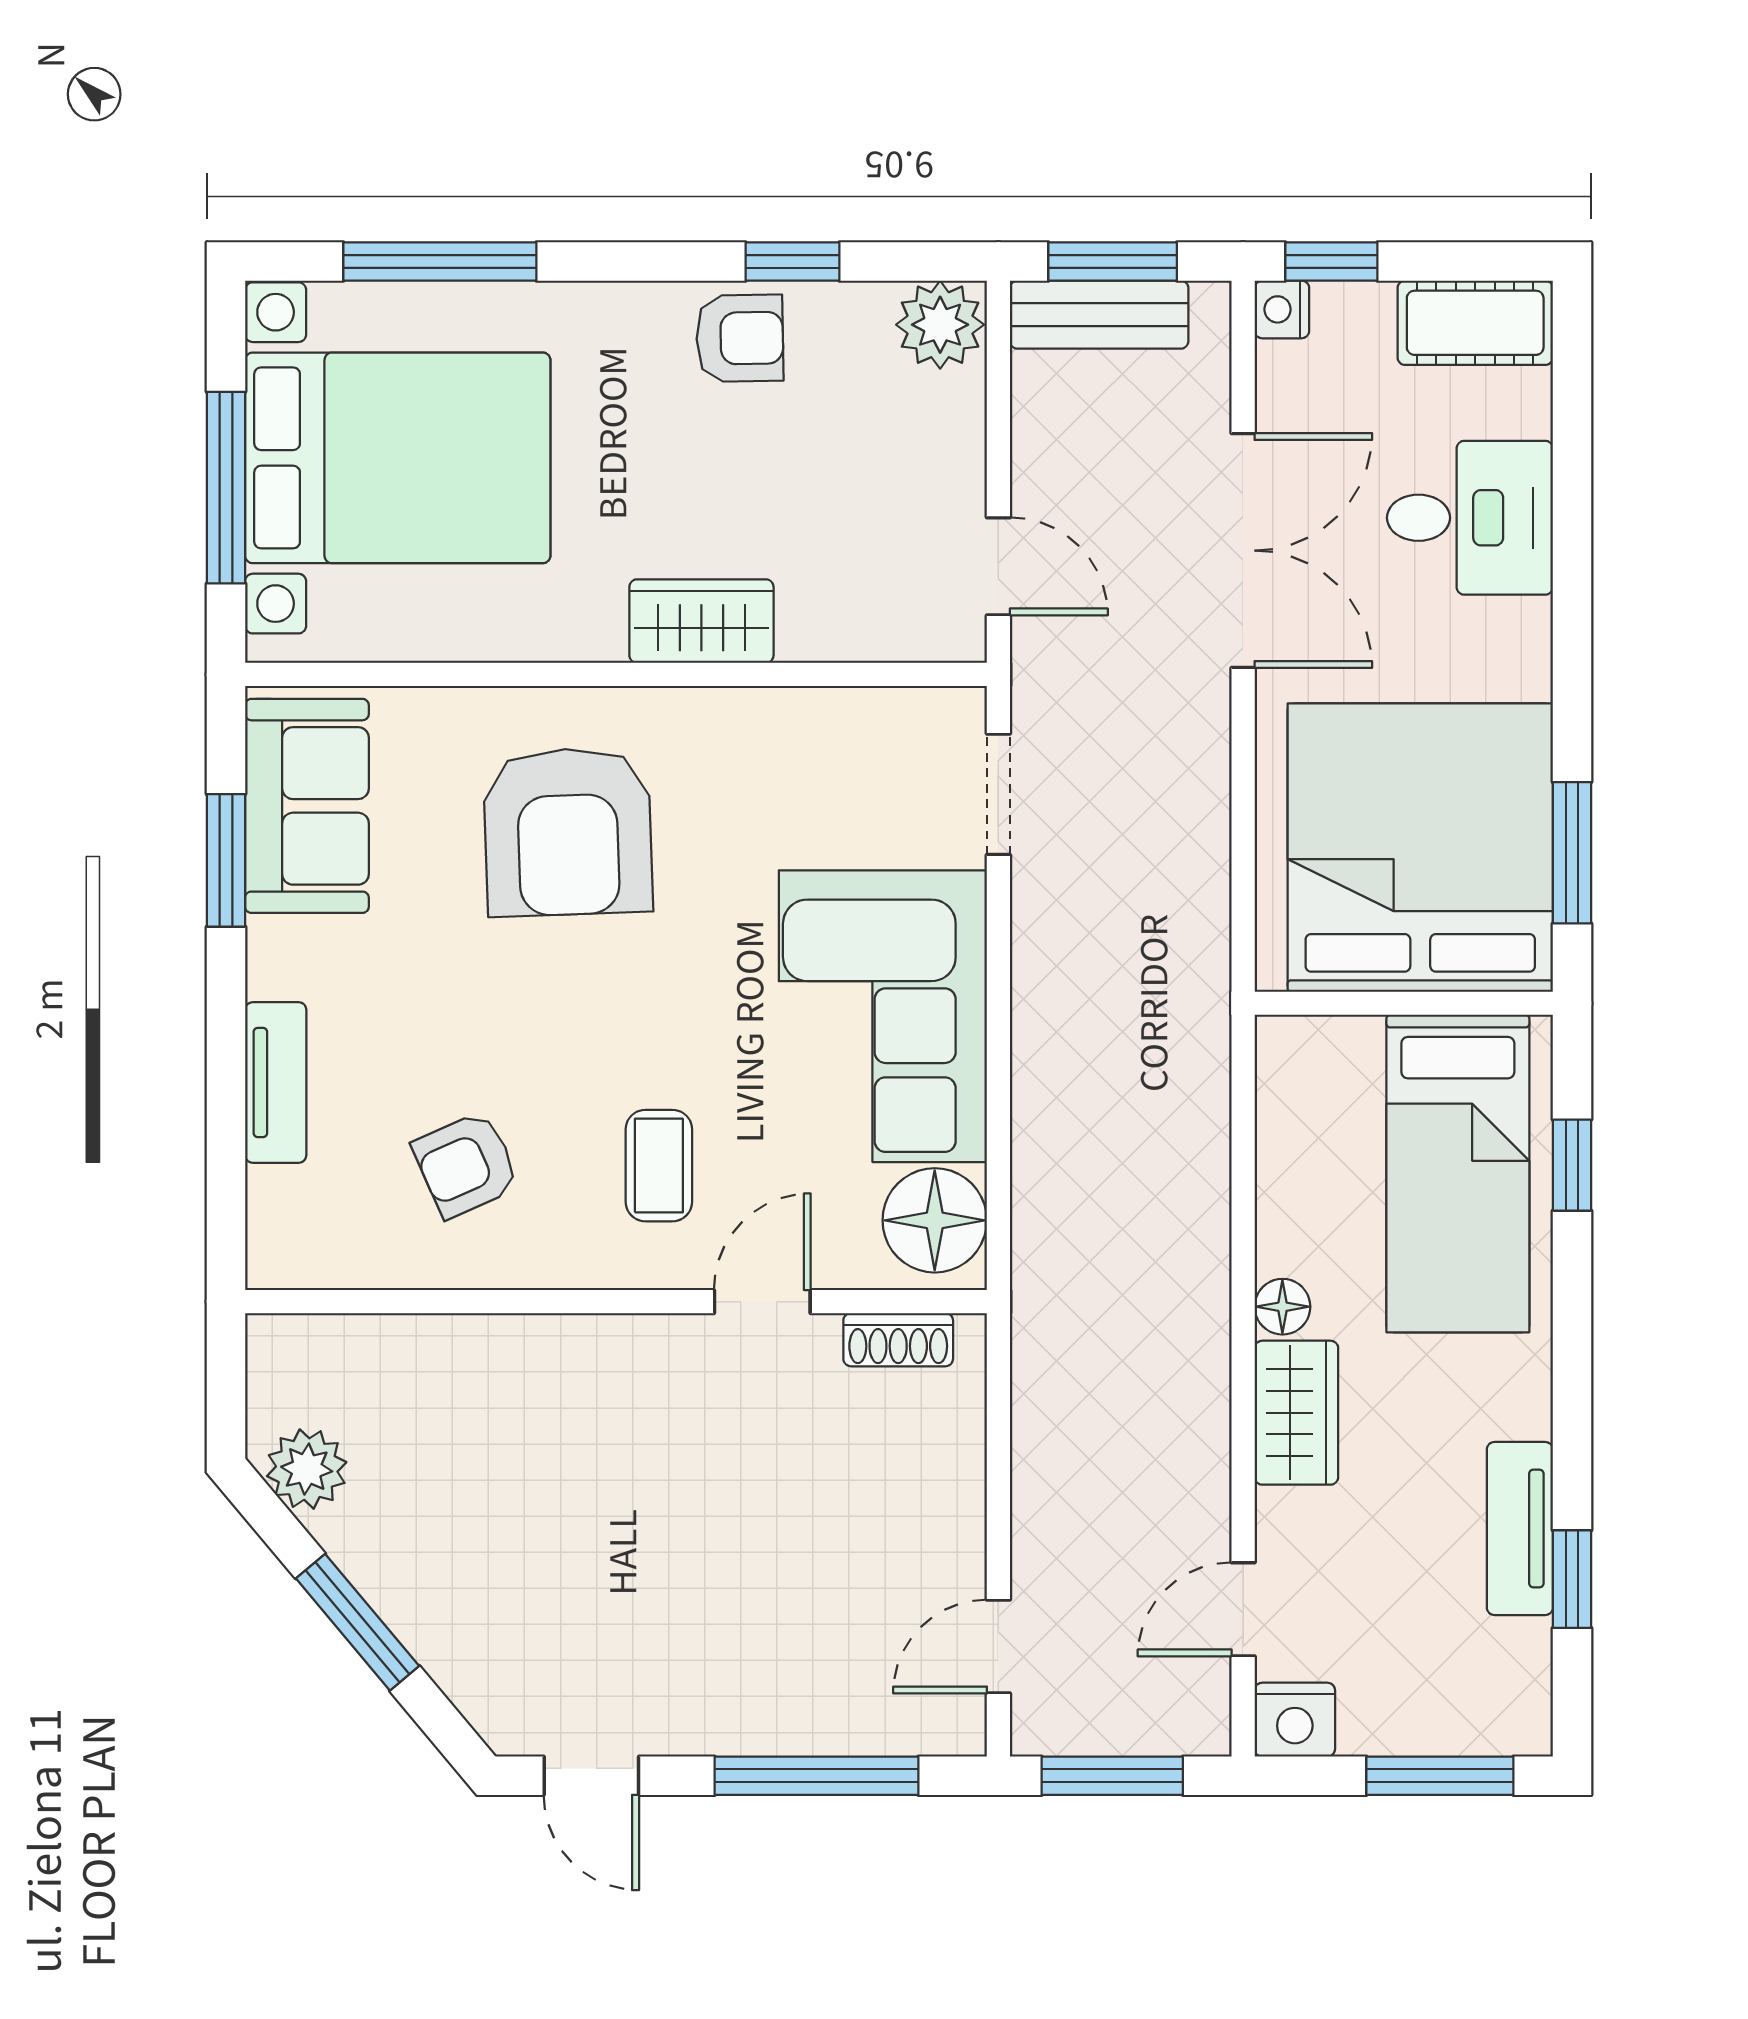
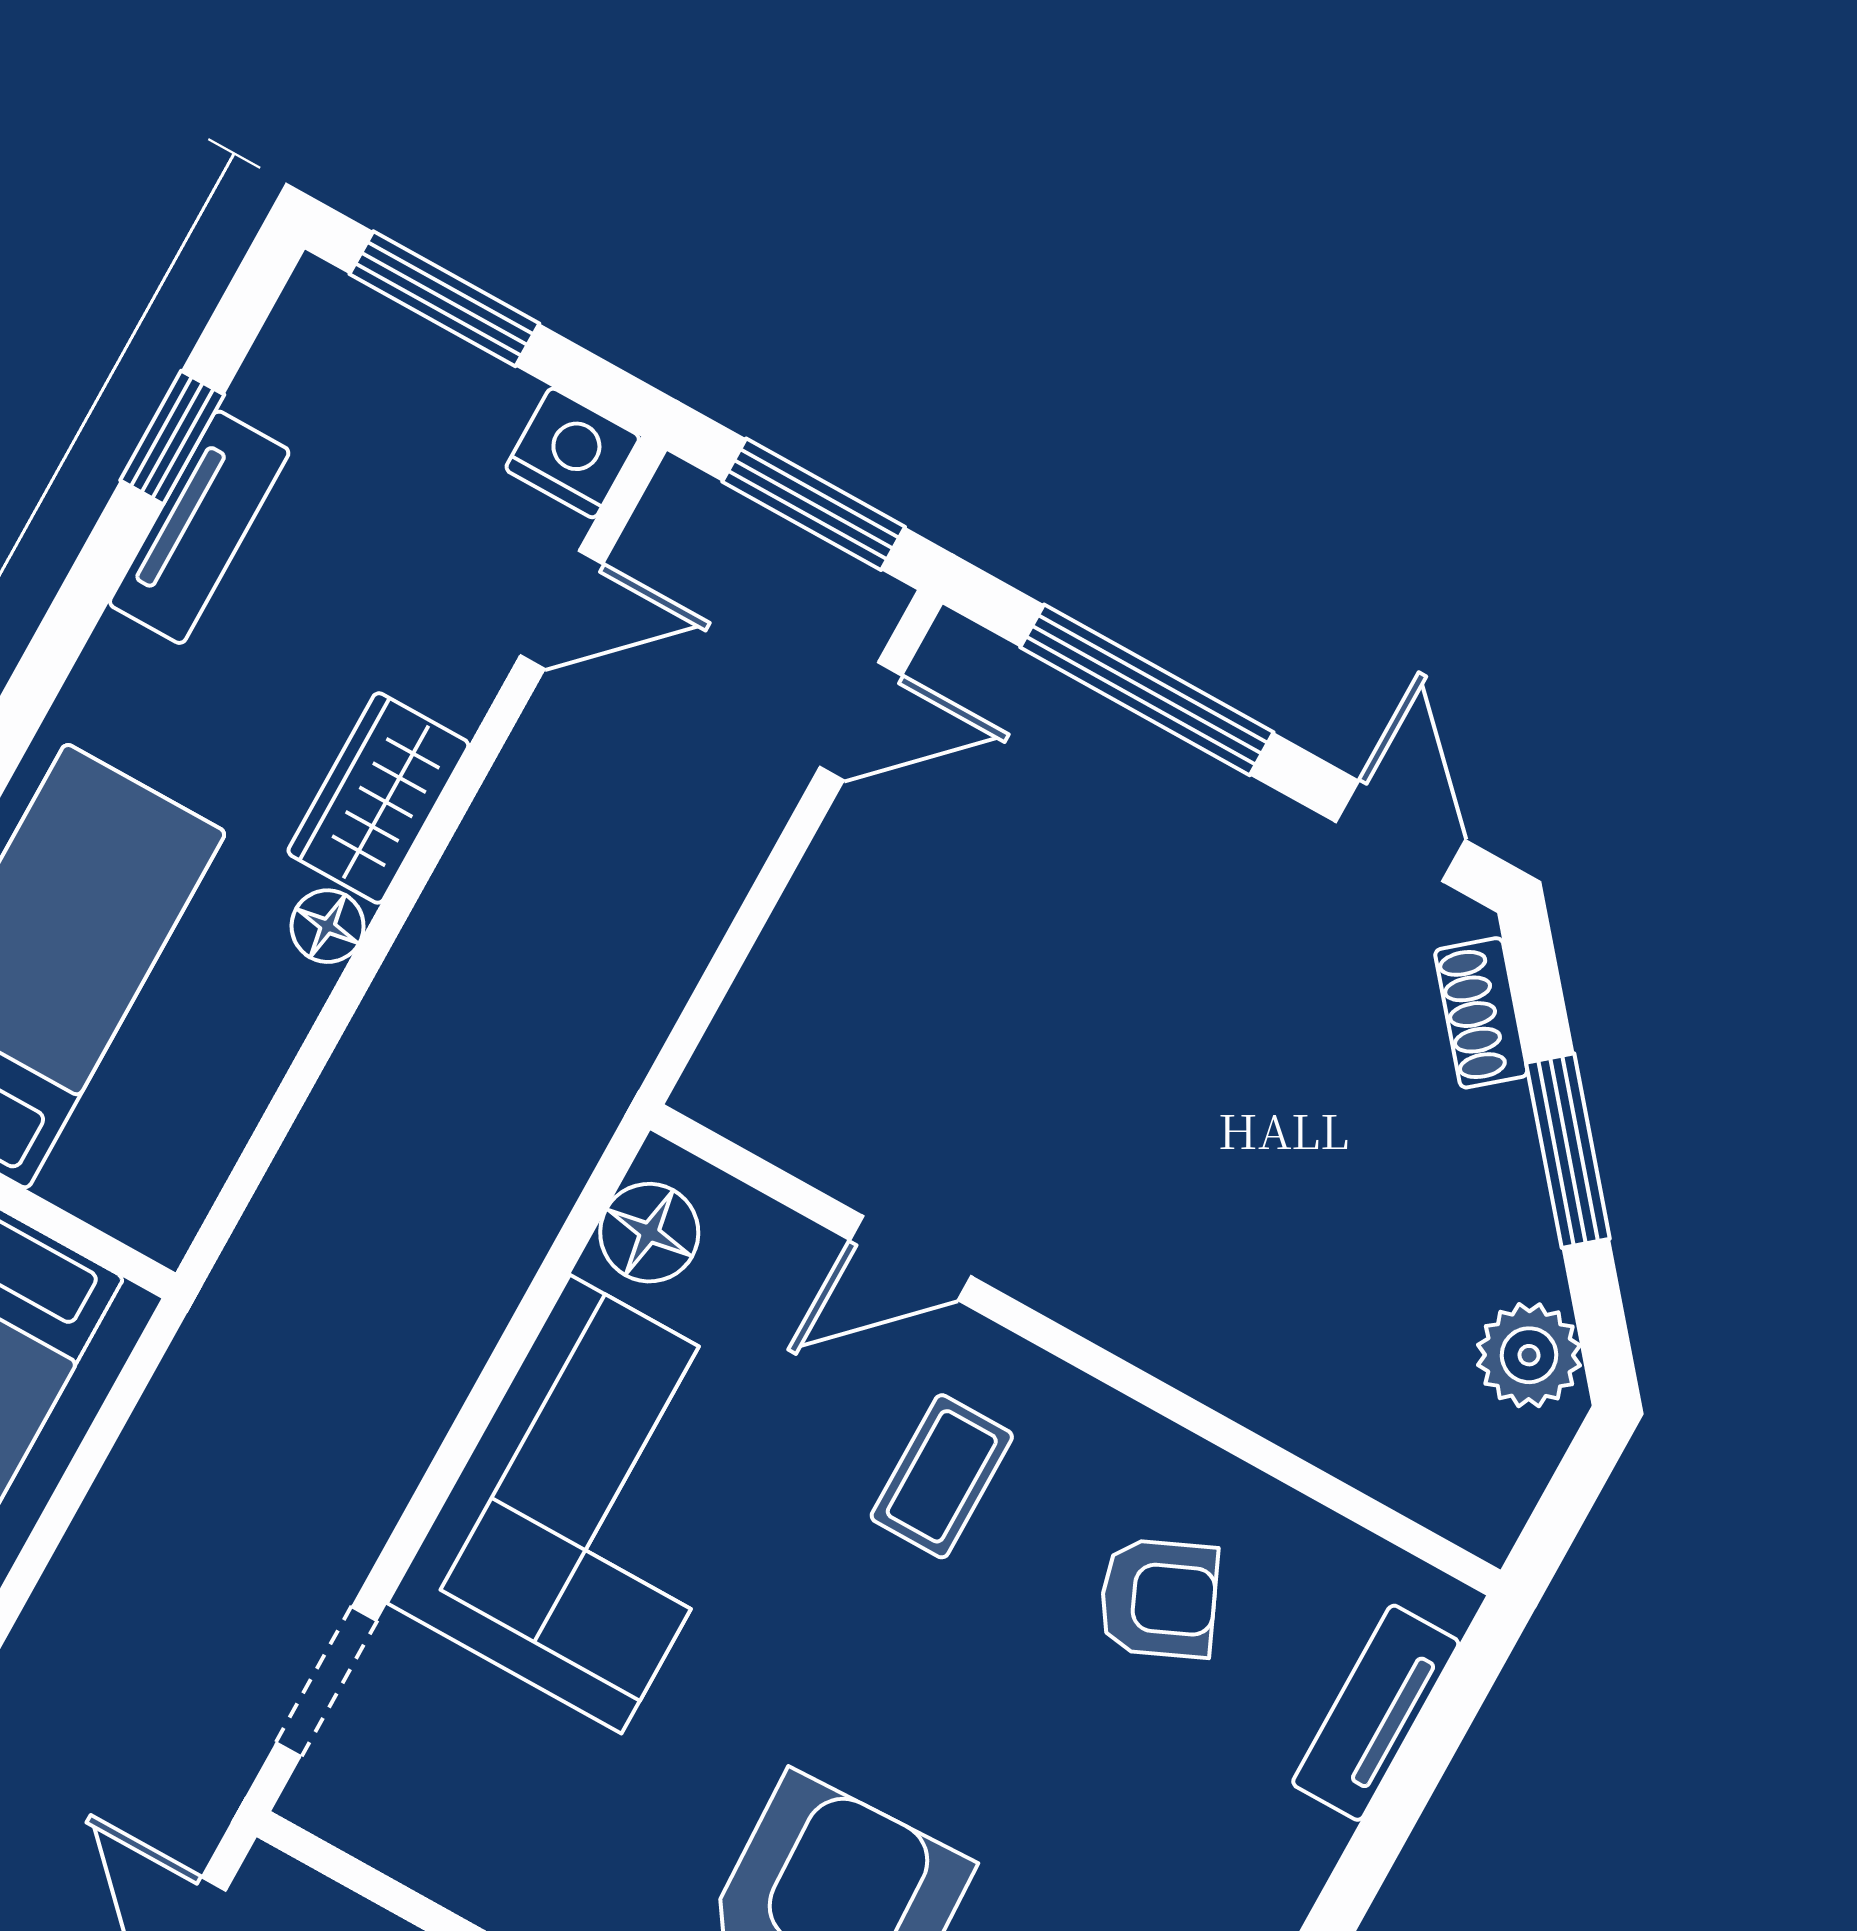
tv unit: (276, 1082) -> (1376, 1713), moved
floor lamp: (935, 1220) -> (649, 1233), width x0.73, depth x0.73
shoe rack: (898, 1340) -> (1481, 1013), moved, turned -130

